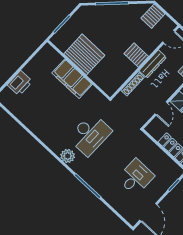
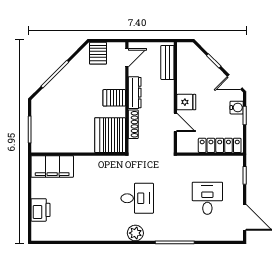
server rack: (84, 55) -> (110, 135), moved, turned -90
filing cabinet: (72, 79) -> (52, 166), moved
desk: (90, 134) -> (137, 198), width x0.73

